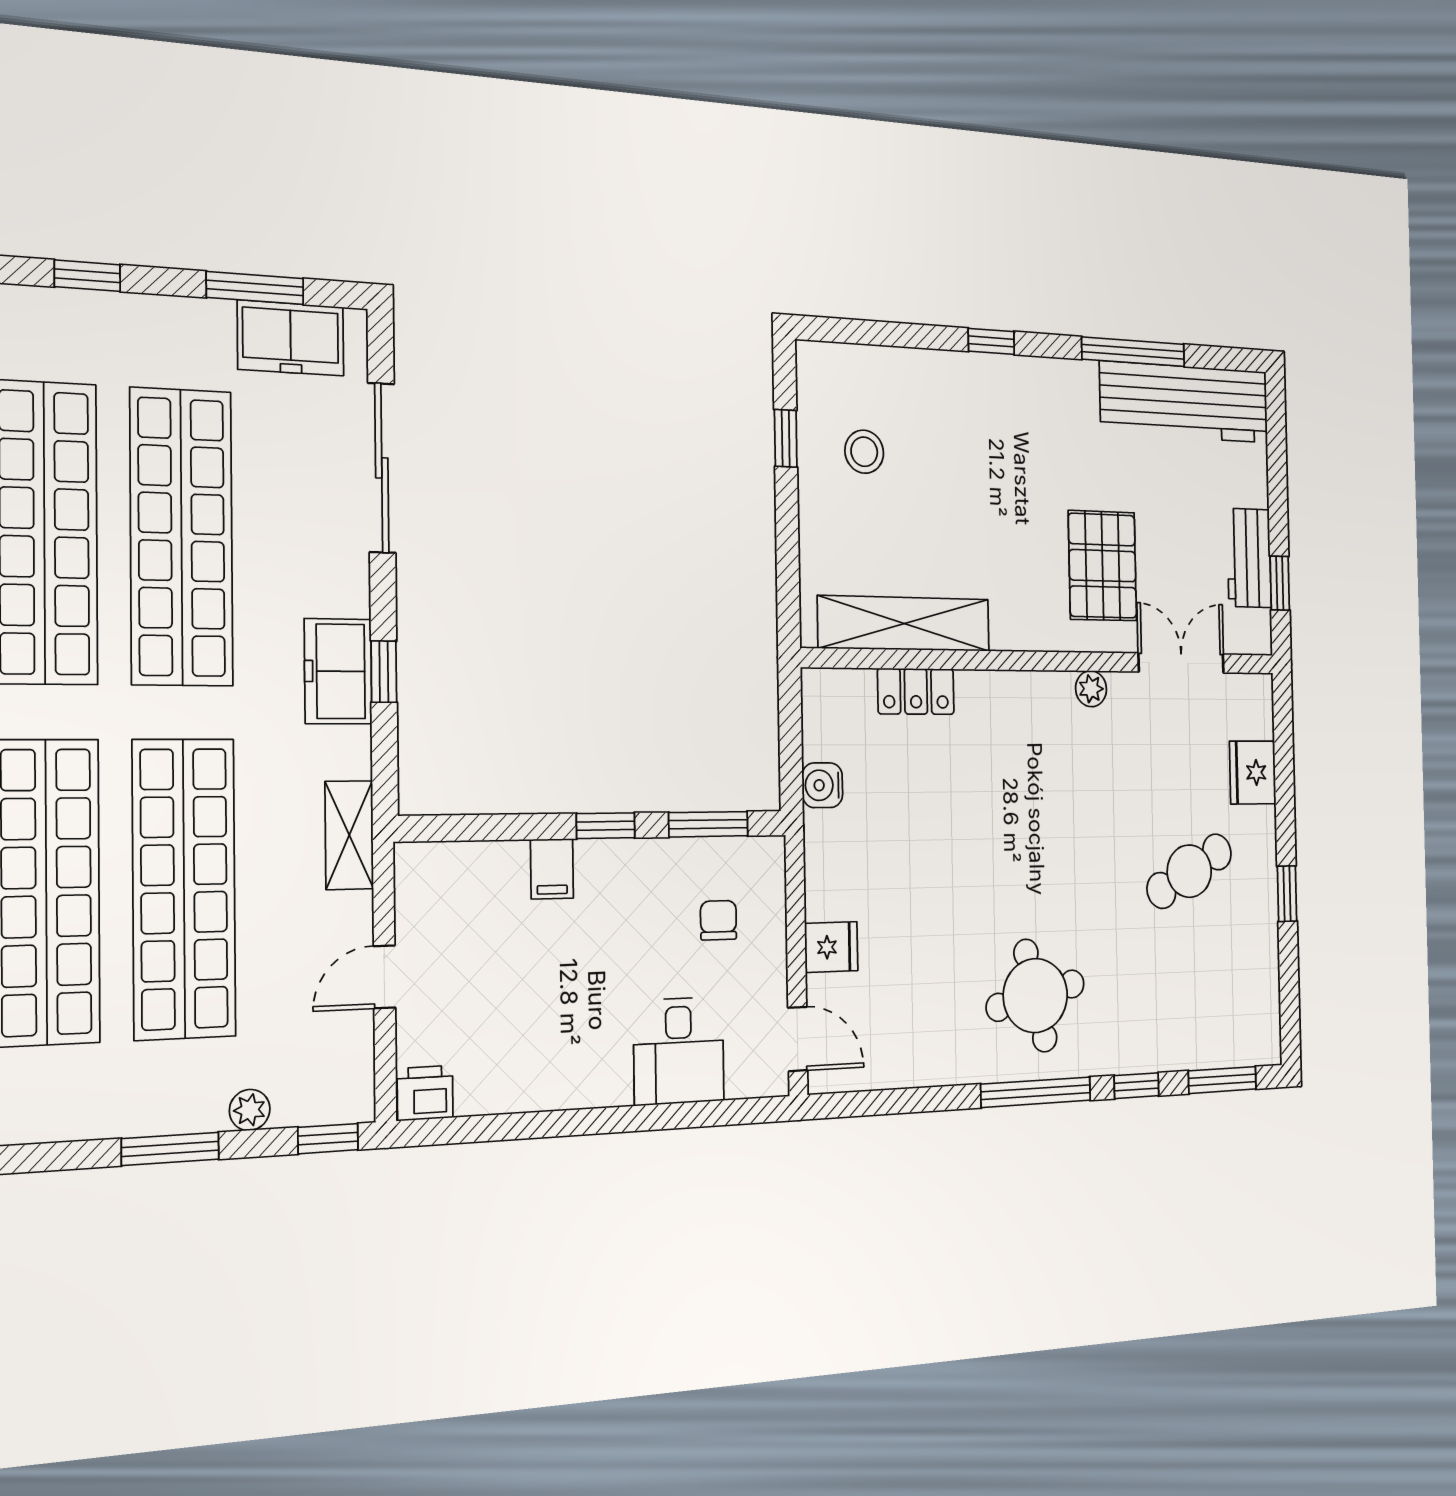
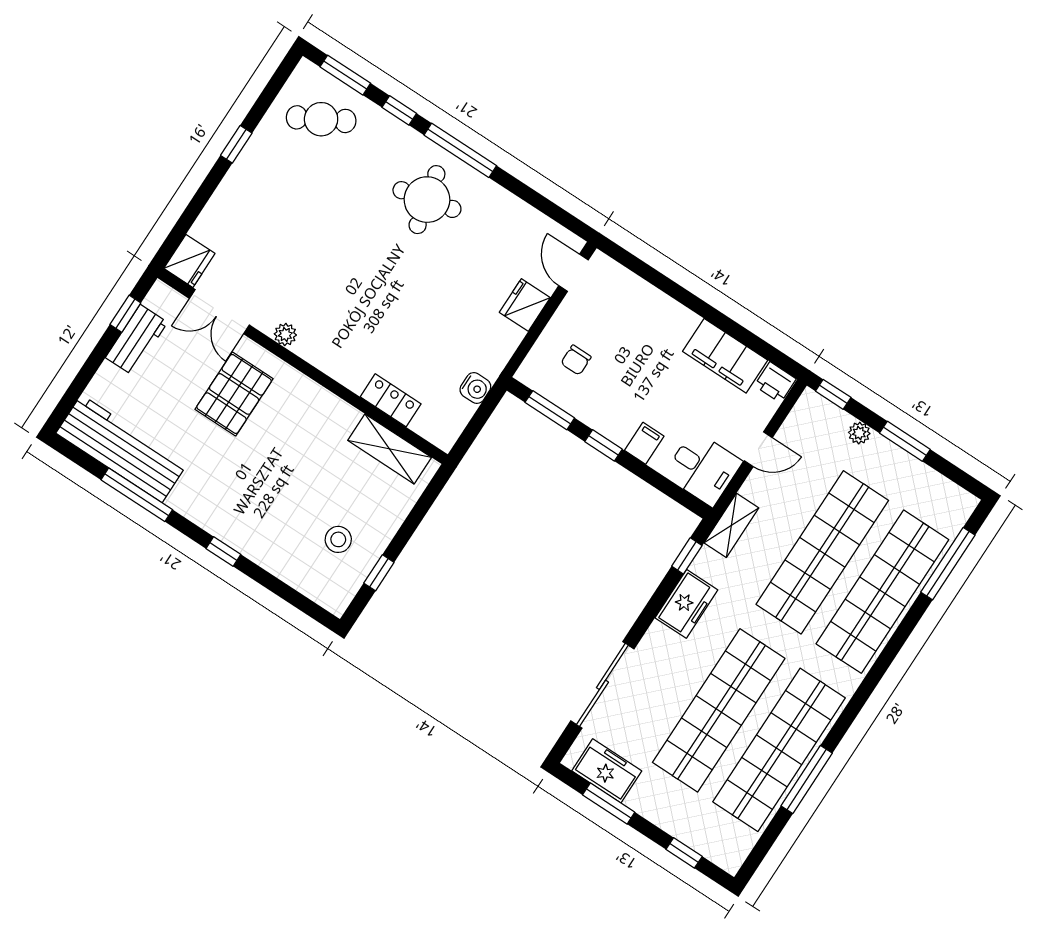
shelving: (904, 624) -> (390, 449), width x0.68
window: (384, 672) -> (687, 556), moved
fridge: (1253, 772) -> (189, 261), moved
cafe table: (1189, 871) -> (321, 119), moved
fridge: (831, 947) -> (525, 305), width x1.38
desk: (679, 1051) -> (703, 468), moved, turned 90
filing cabinet: (521, 1078) -> (725, 356), added

